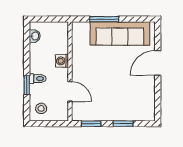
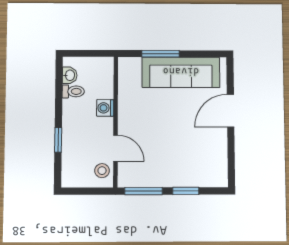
toilet: (38, 79) -> (73, 91), moved
stool: (41, 108) -> (102, 171), moved
window: (91, 124) -> (143, 191), width x1.44

